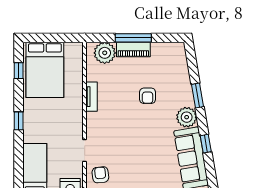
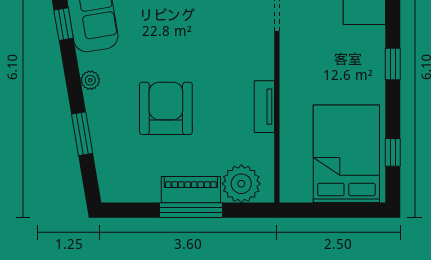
window: (198, 95) -> (82, 134), moved
armchair: (148, 96) -> (166, 108), width x1.88, depth x1.88
plant: (187, 117) -> (90, 80), width x0.53, depth x0.53

